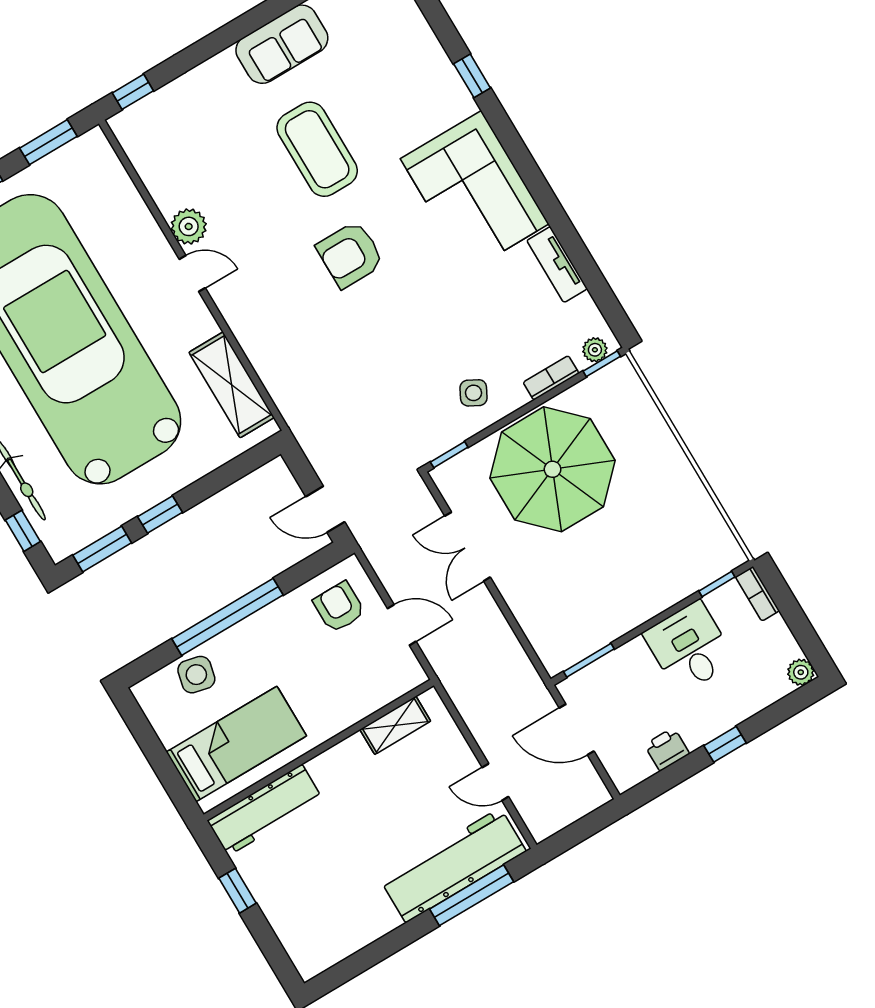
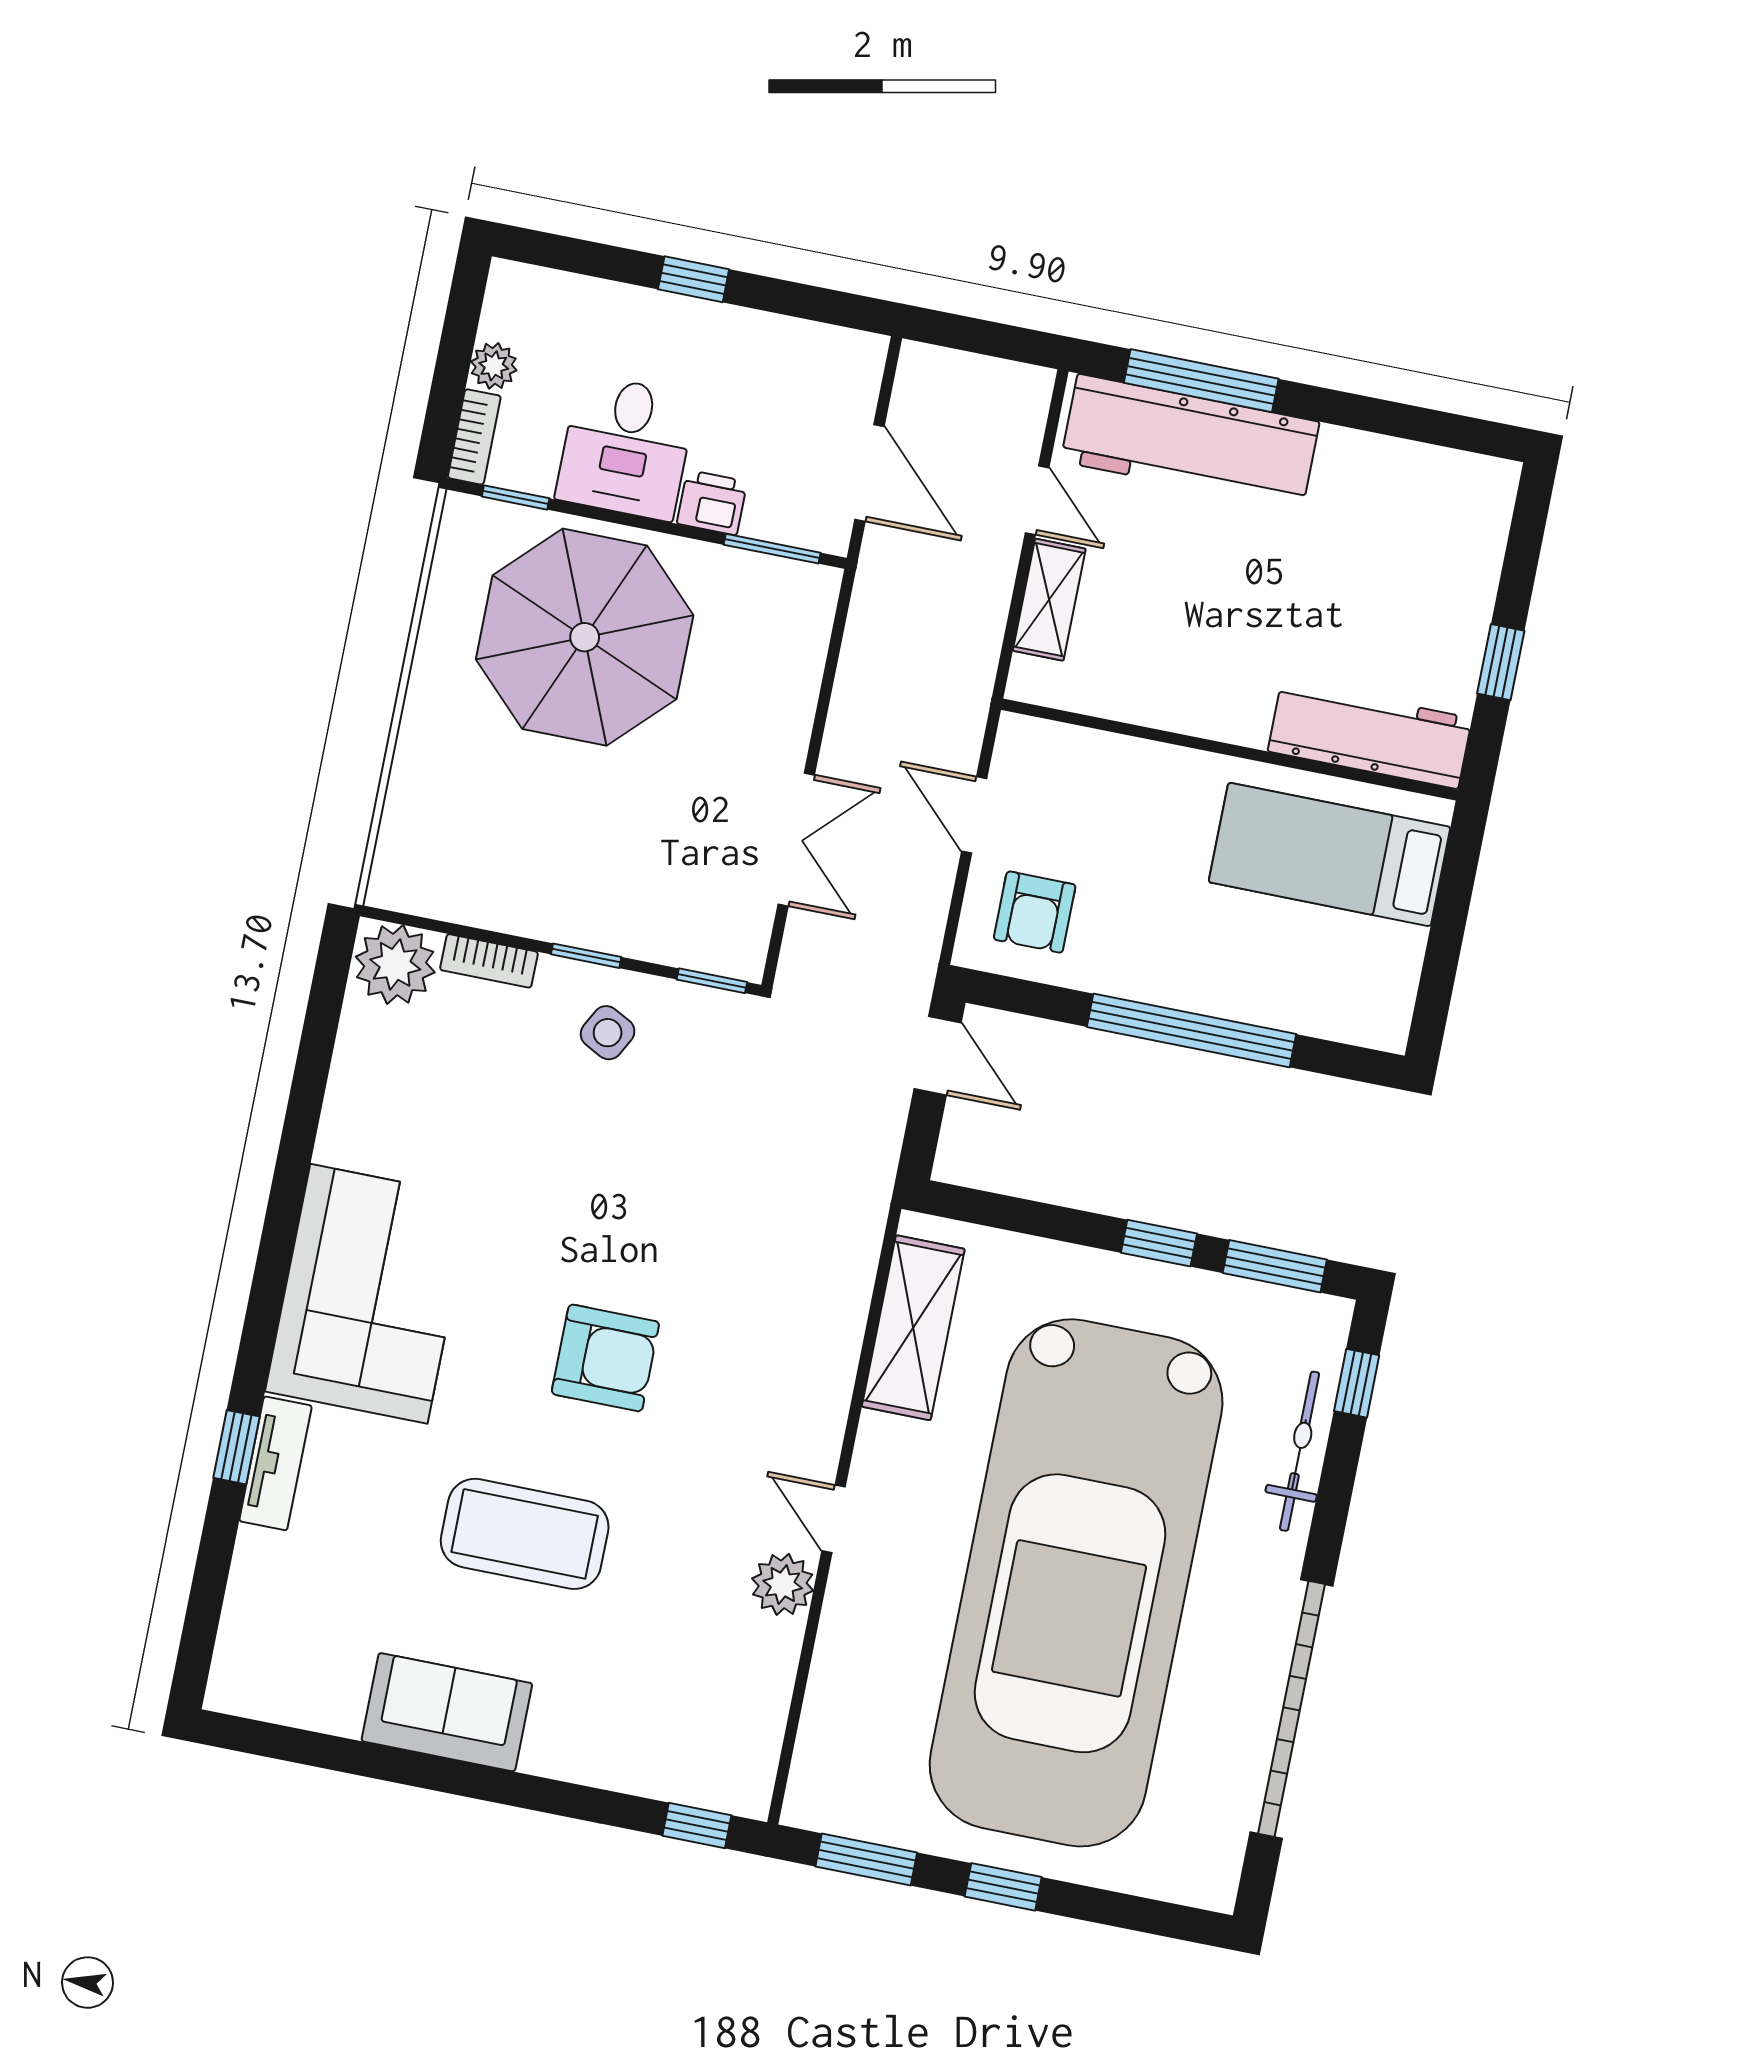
coffee table: (317, 149) -> (525, 1534), turned 90
tv unit: (557, 265) -> (275, 1463), moved
plant: (595, 350) -> (395, 964), width x1.88, depth x1.88
window: (602, 364) -> (586, 956), moved
parasol: (553, 469) -> (585, 637), moved
plant: (801, 672) -> (494, 366), moved
side table: (196, 675) -> (1300, 992), removed
shelving: (395, 725) -> (1049, 600), moved, turned 90
printer: (667, 749) -> (712, 503), moved, turned 180

